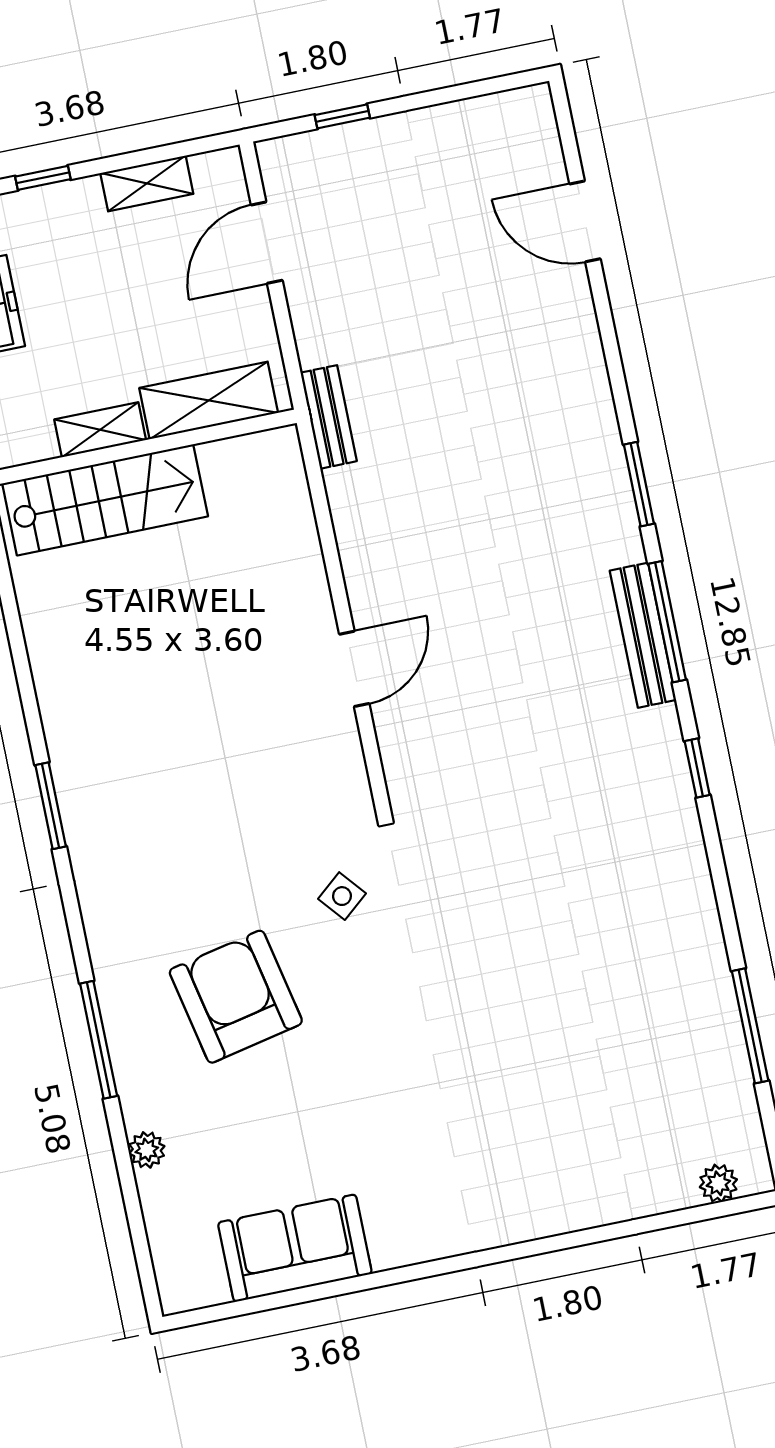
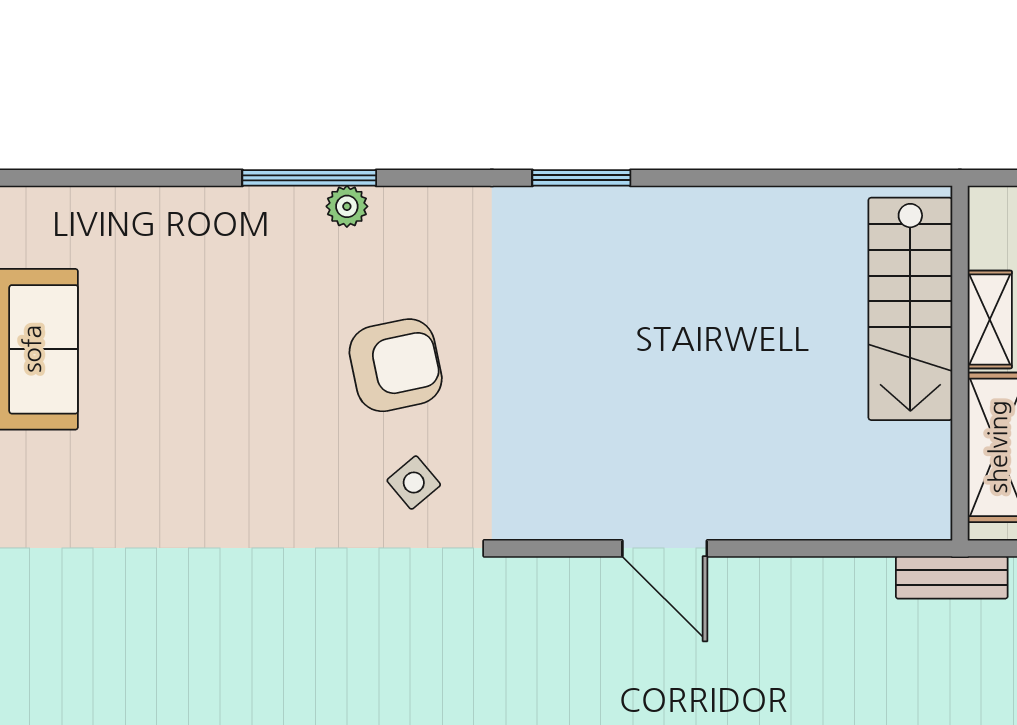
armchair: (236, 997) -> (396, 365), moved, width x0.73, depth x0.73
plant: (147, 1150) -> (347, 206), moved

